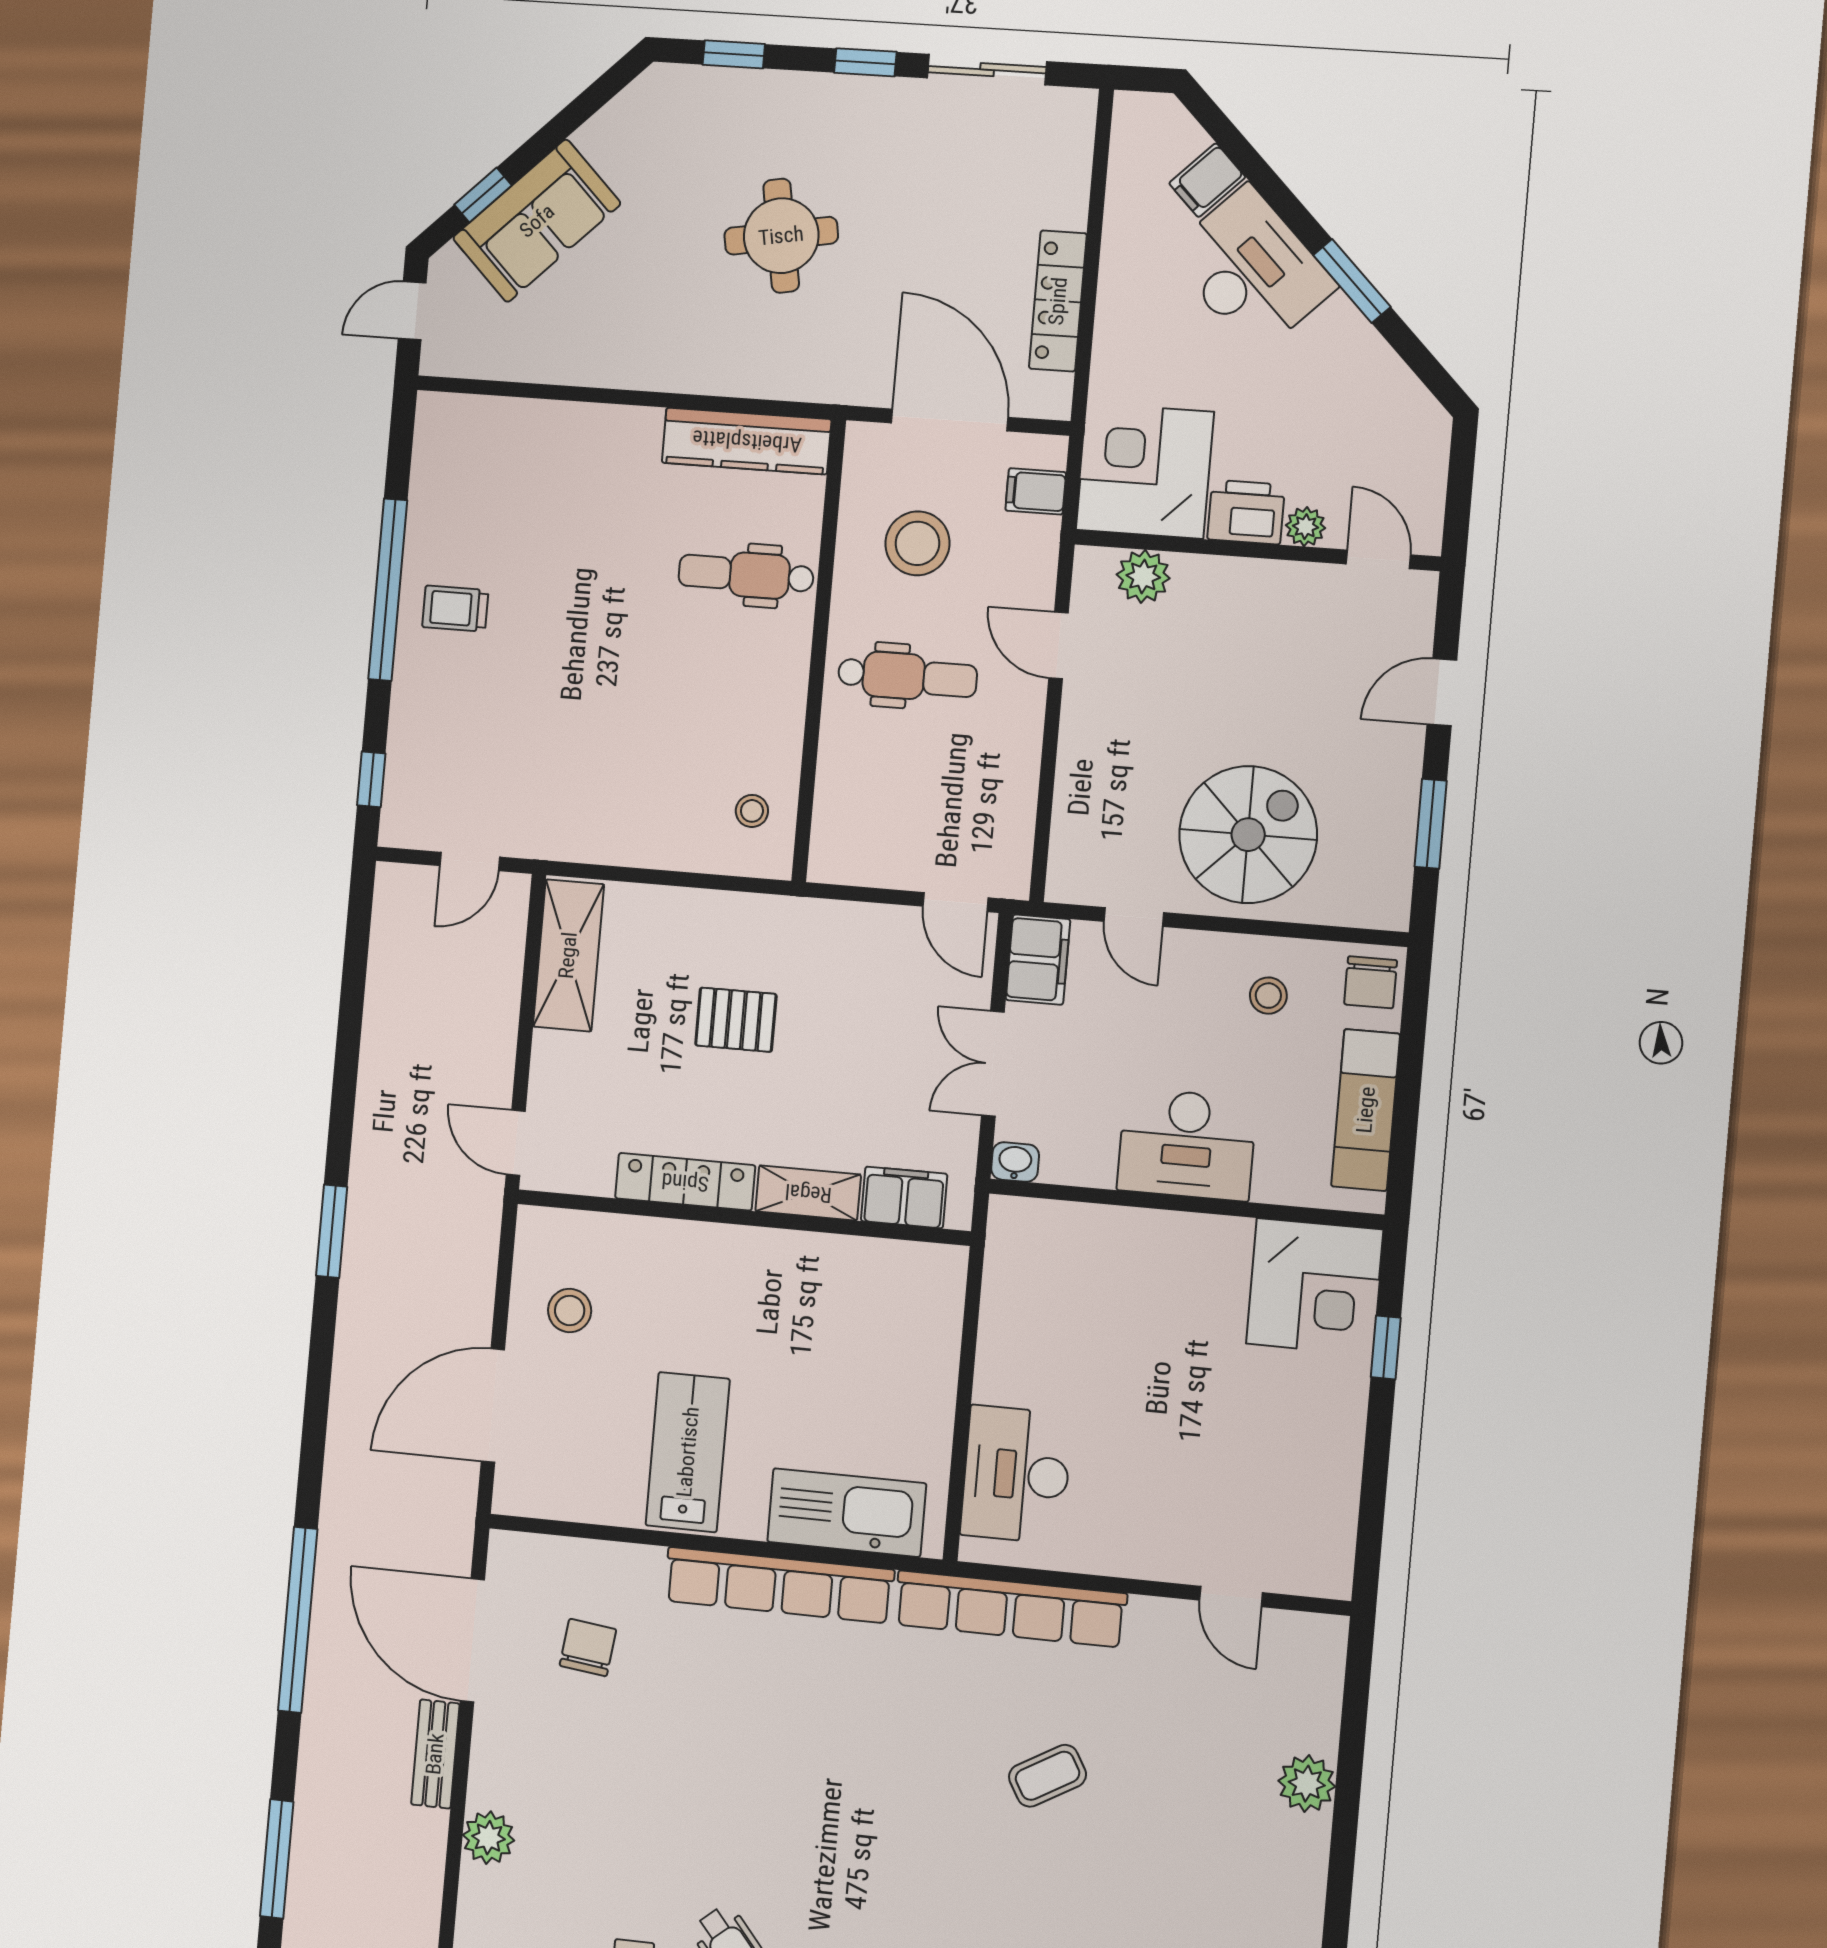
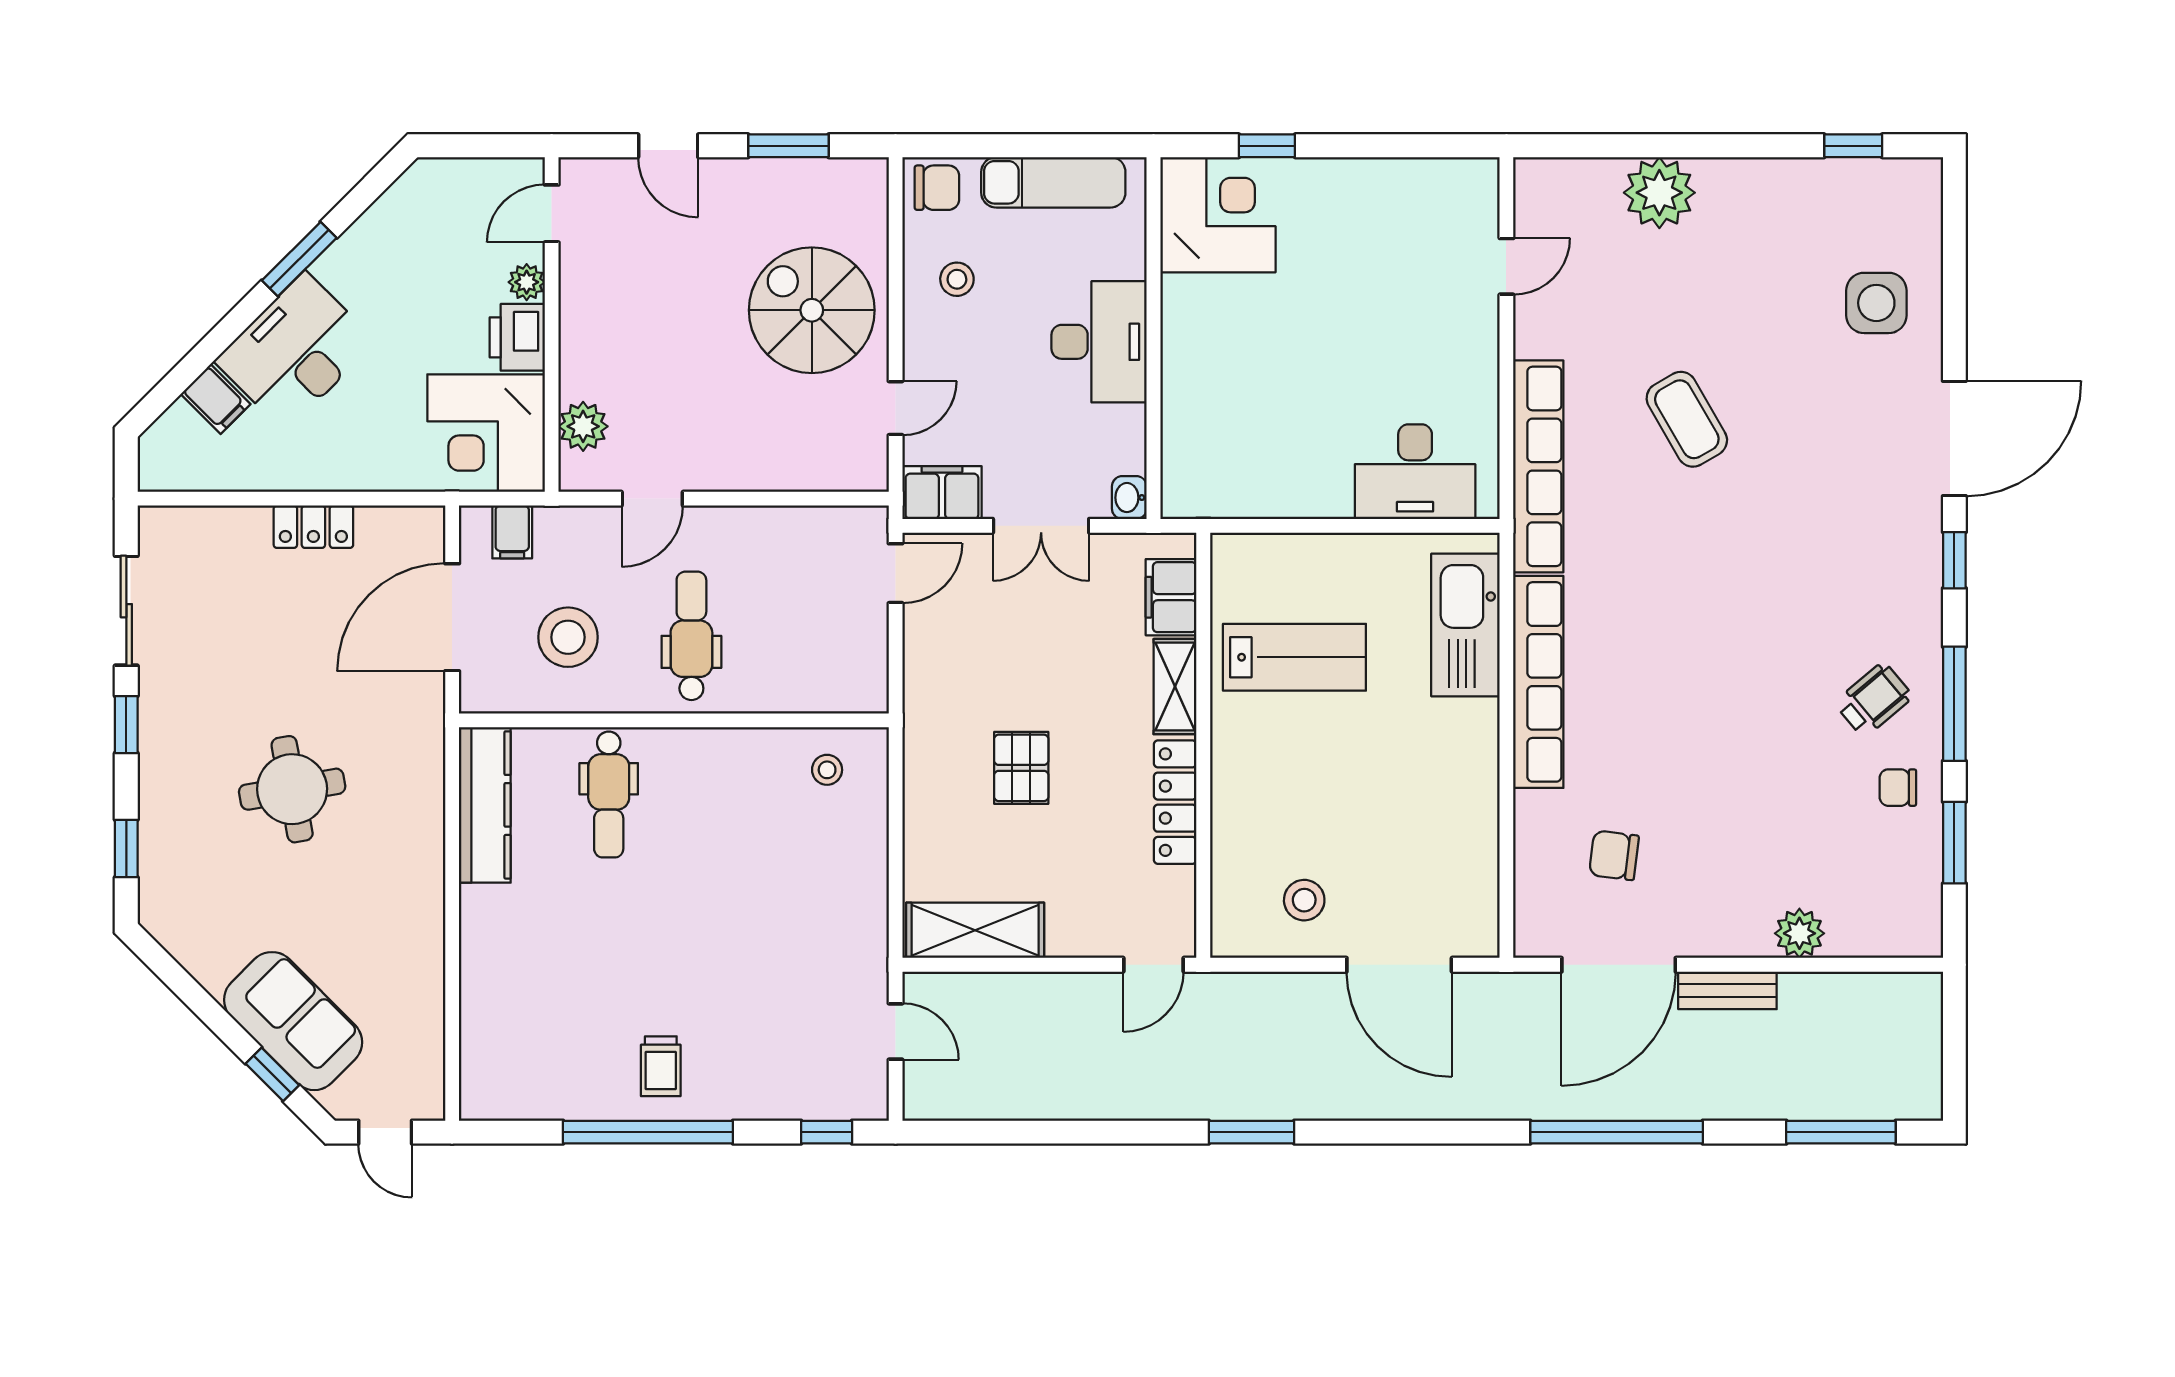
locker: (1058, 301) -> (313, 527), width x0.66
lab bench: (688, 1452) -> (1294, 657), moved, turned 180
coffee table: (1047, 1776) -> (1687, 419), width x1.36, depth x1.30
plant: (1307, 1784) -> (1659, 193), width x1.36, depth x1.36

